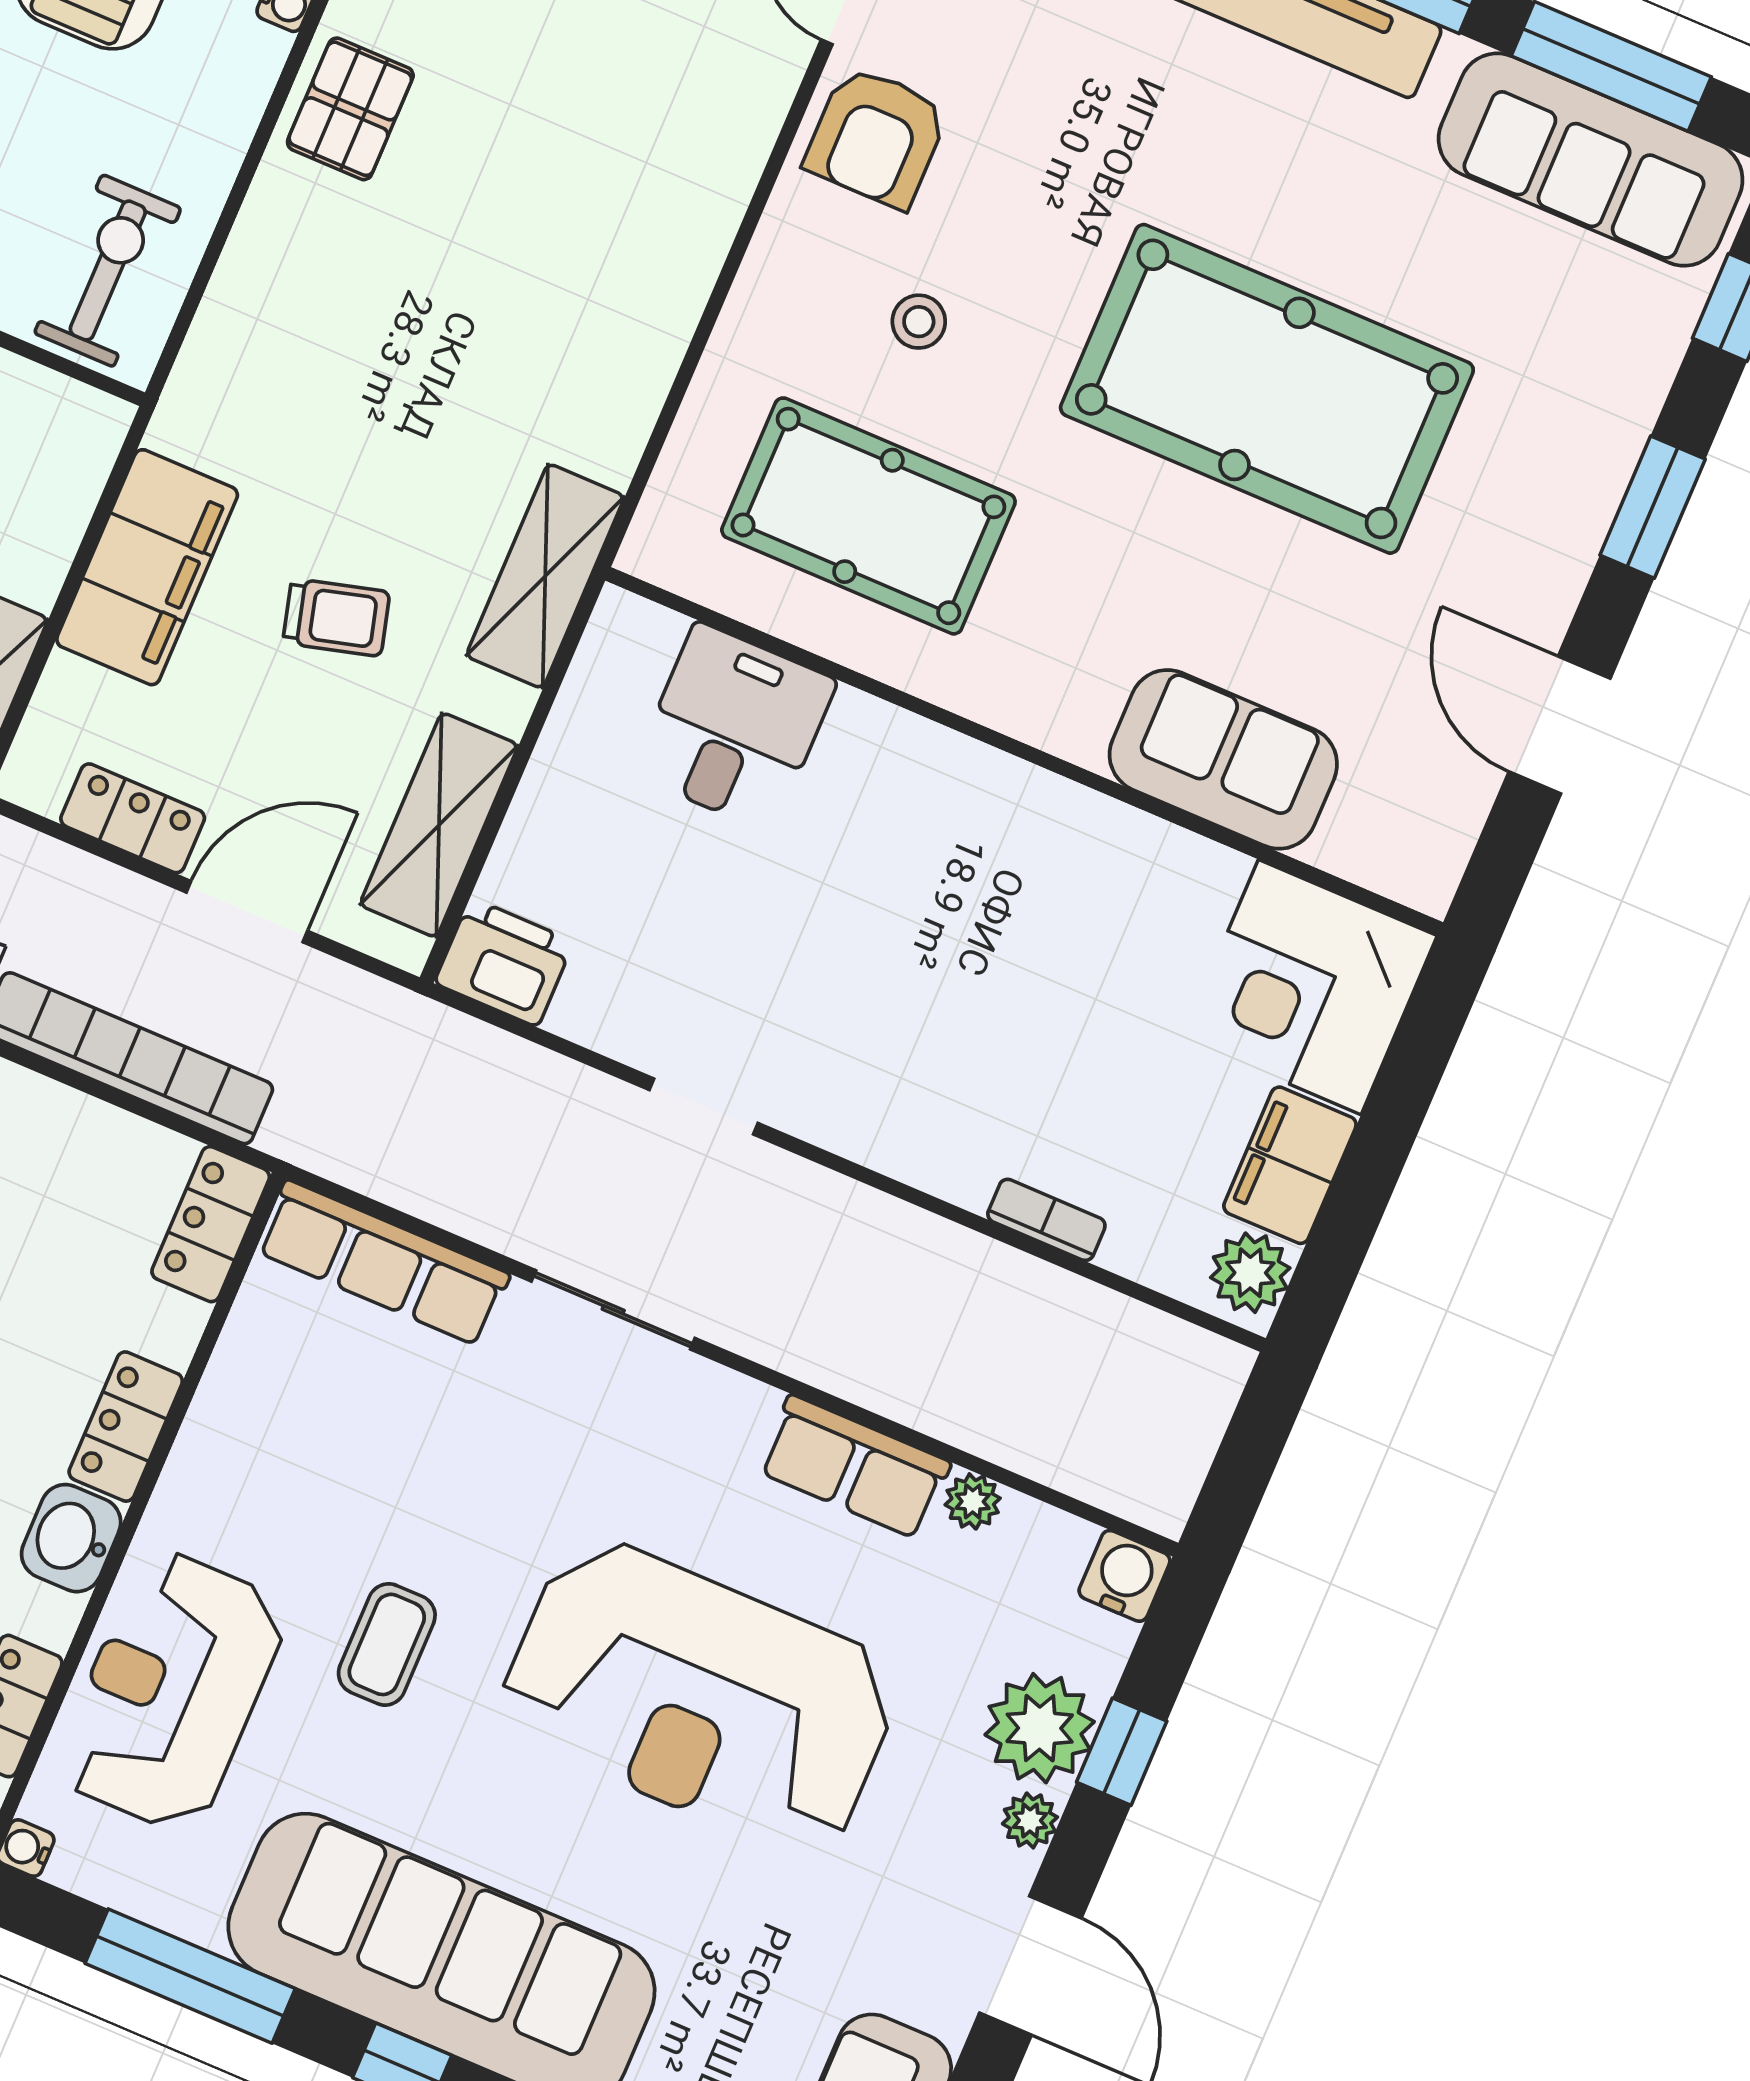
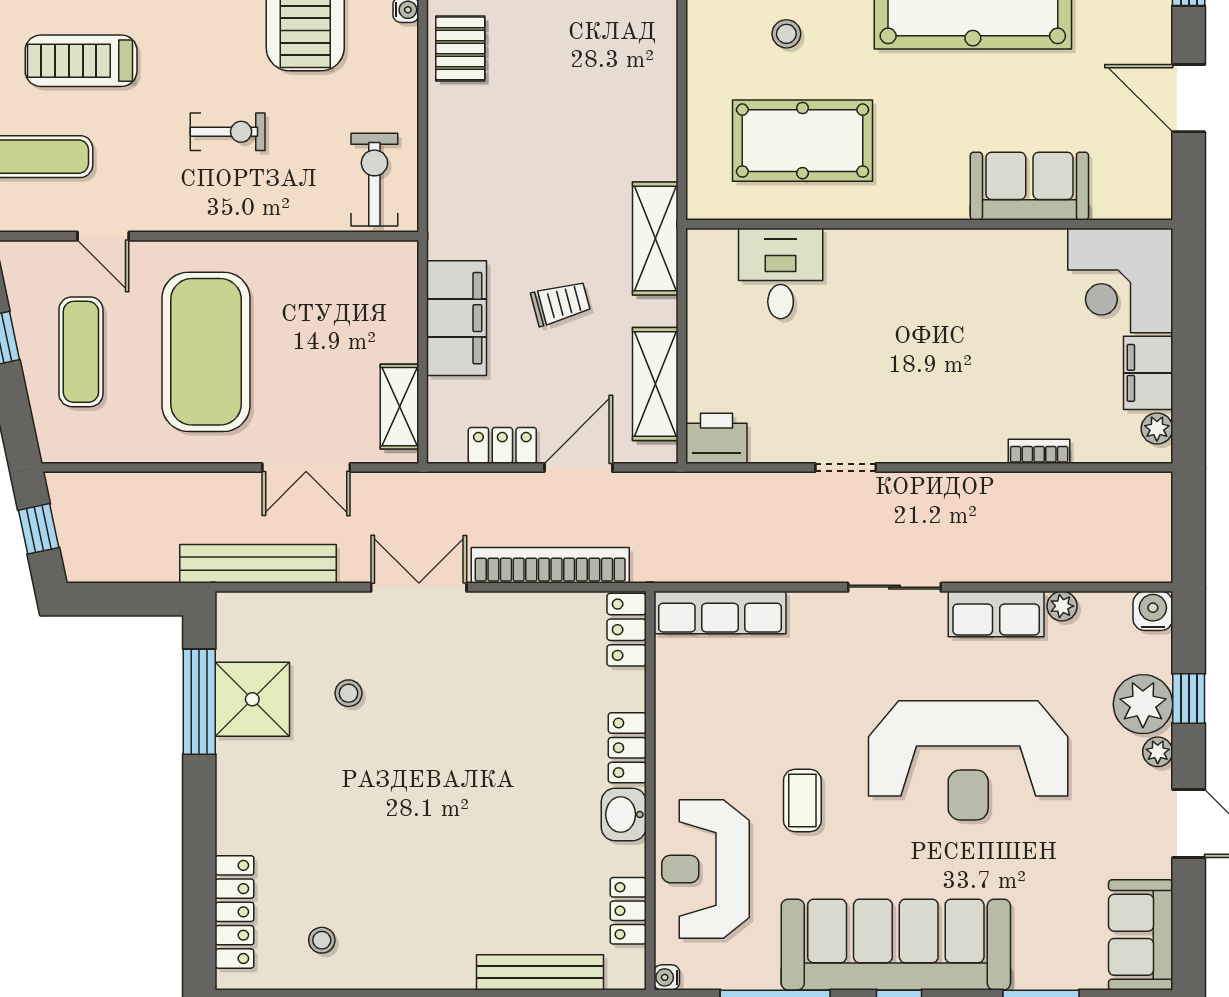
plant: (1250, 1273) -> (1157, 429), width x0.73, depth x0.73
sliding door: (613, 1310) -> (894, 587), moved

